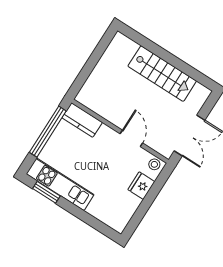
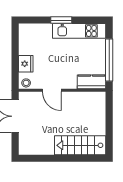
stairs: (162, 74) -> (80, 145), moved
window: (46, 192) -> (61, 20), moved

